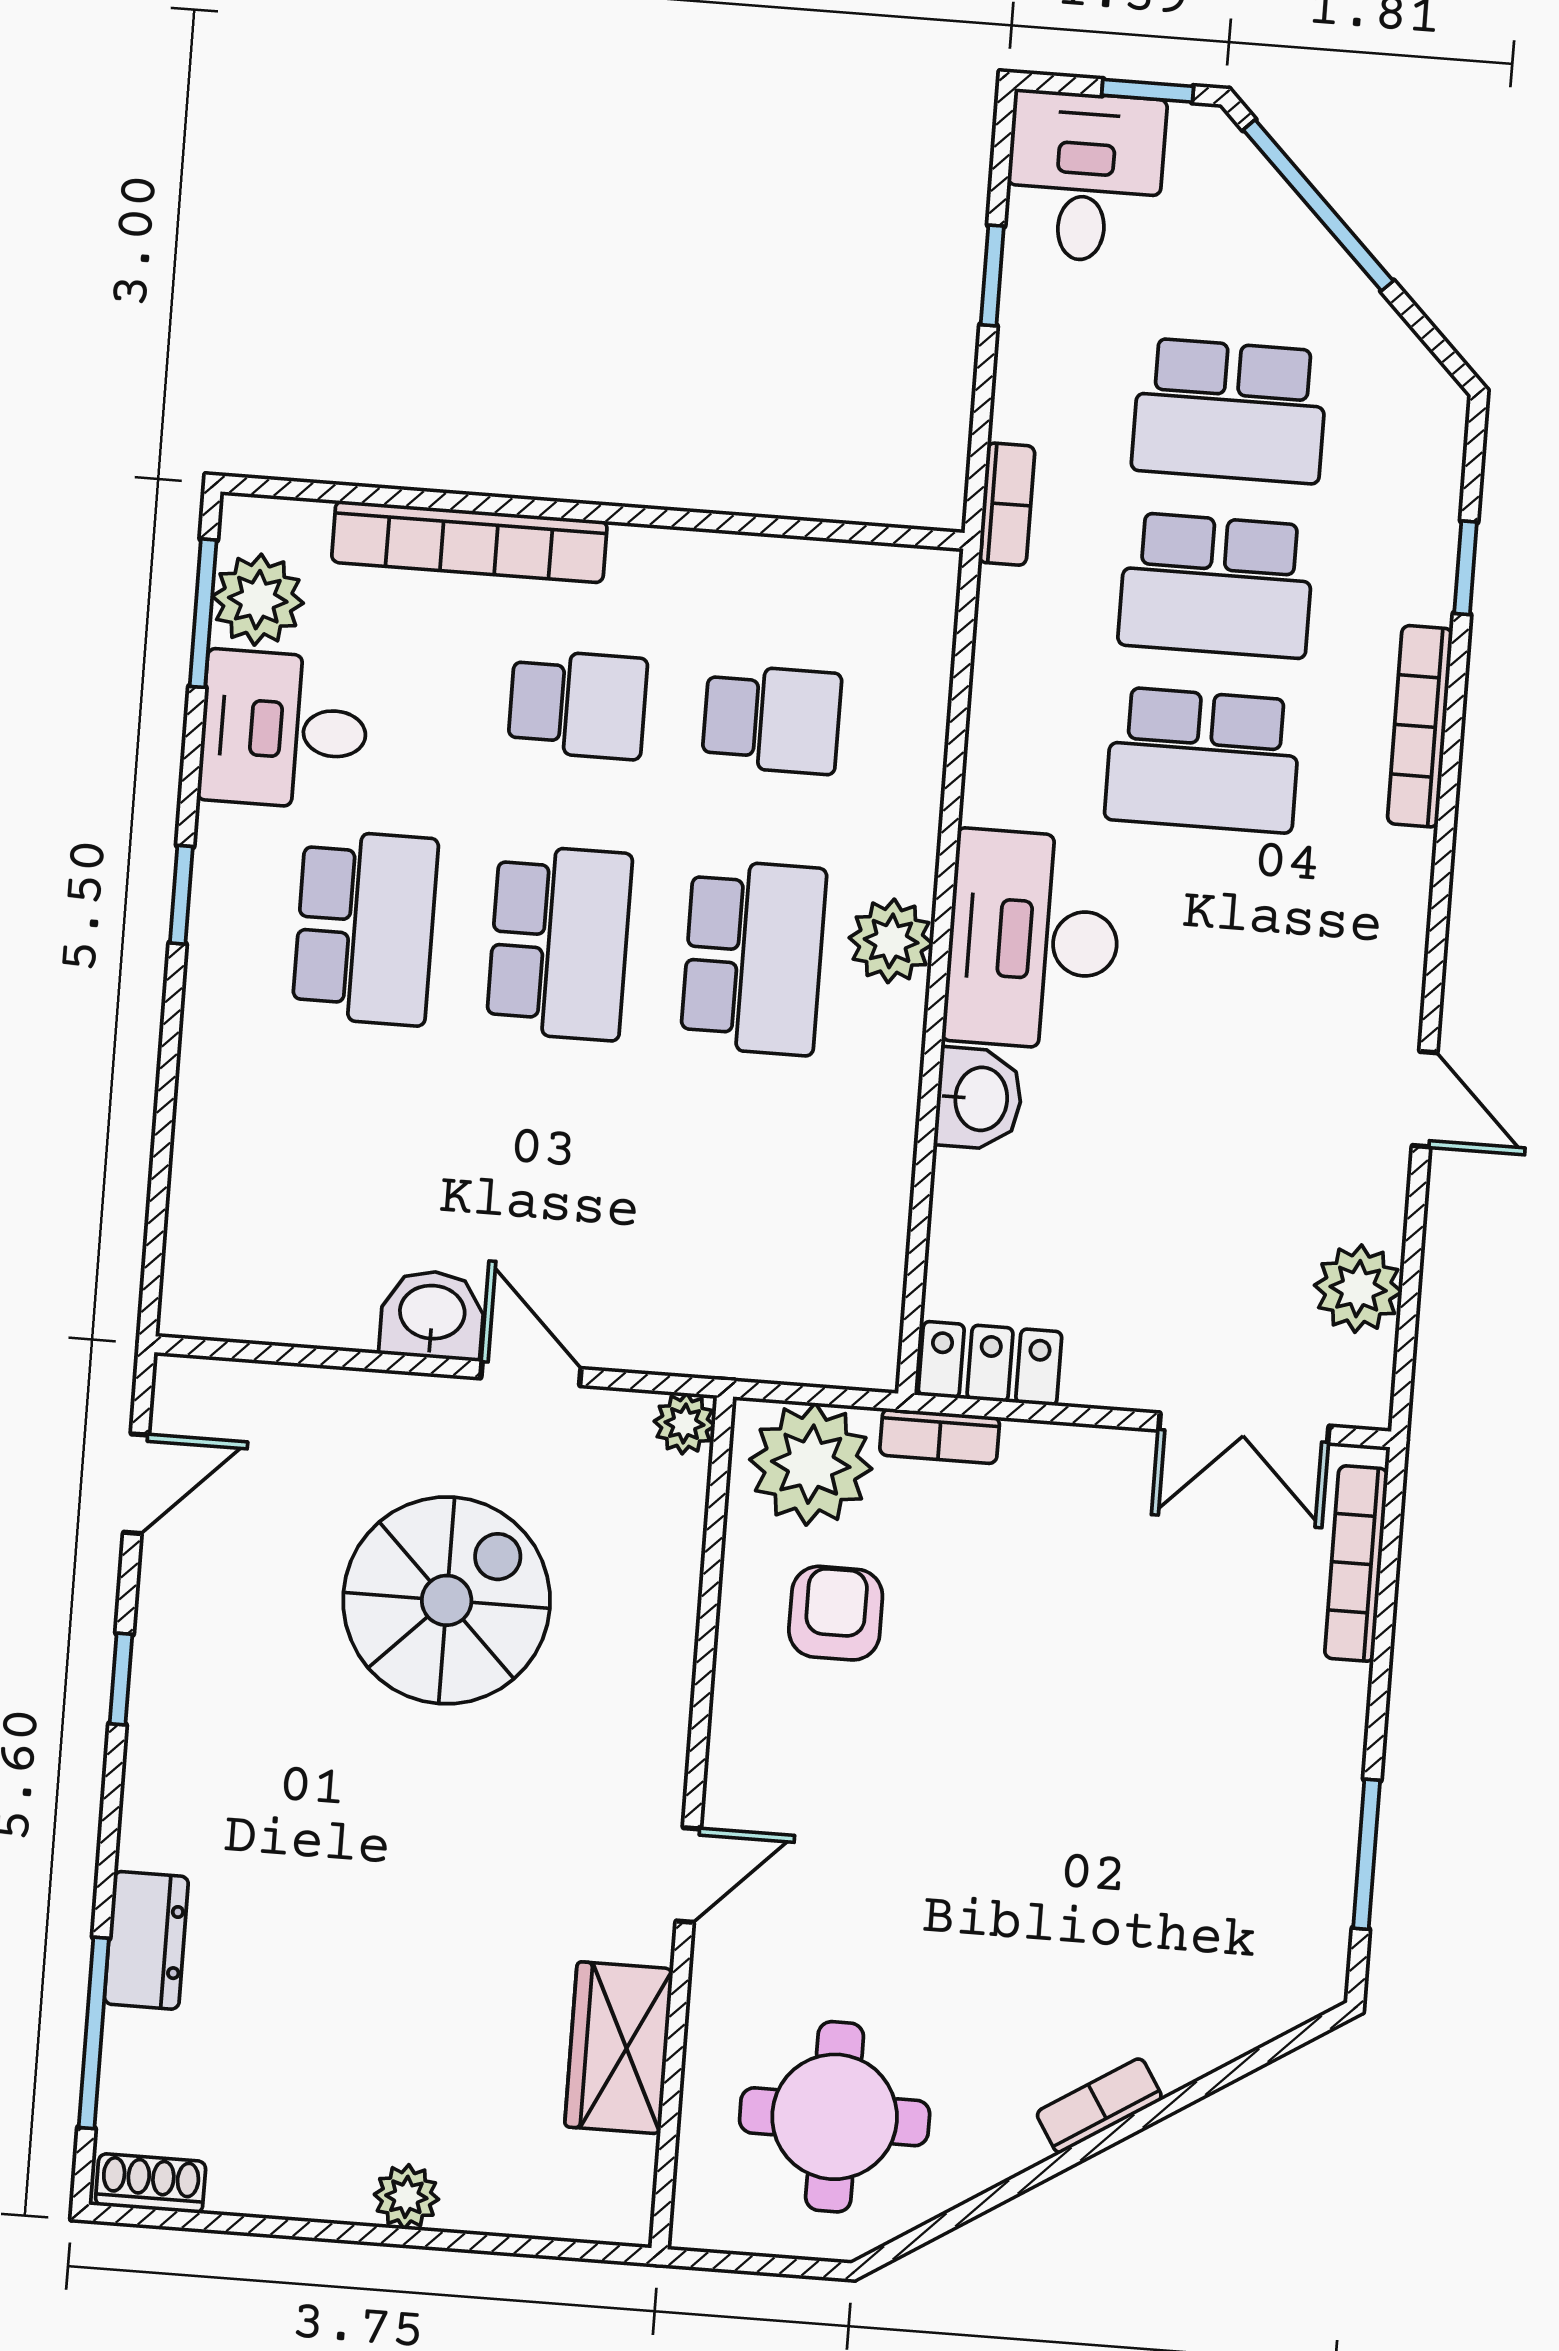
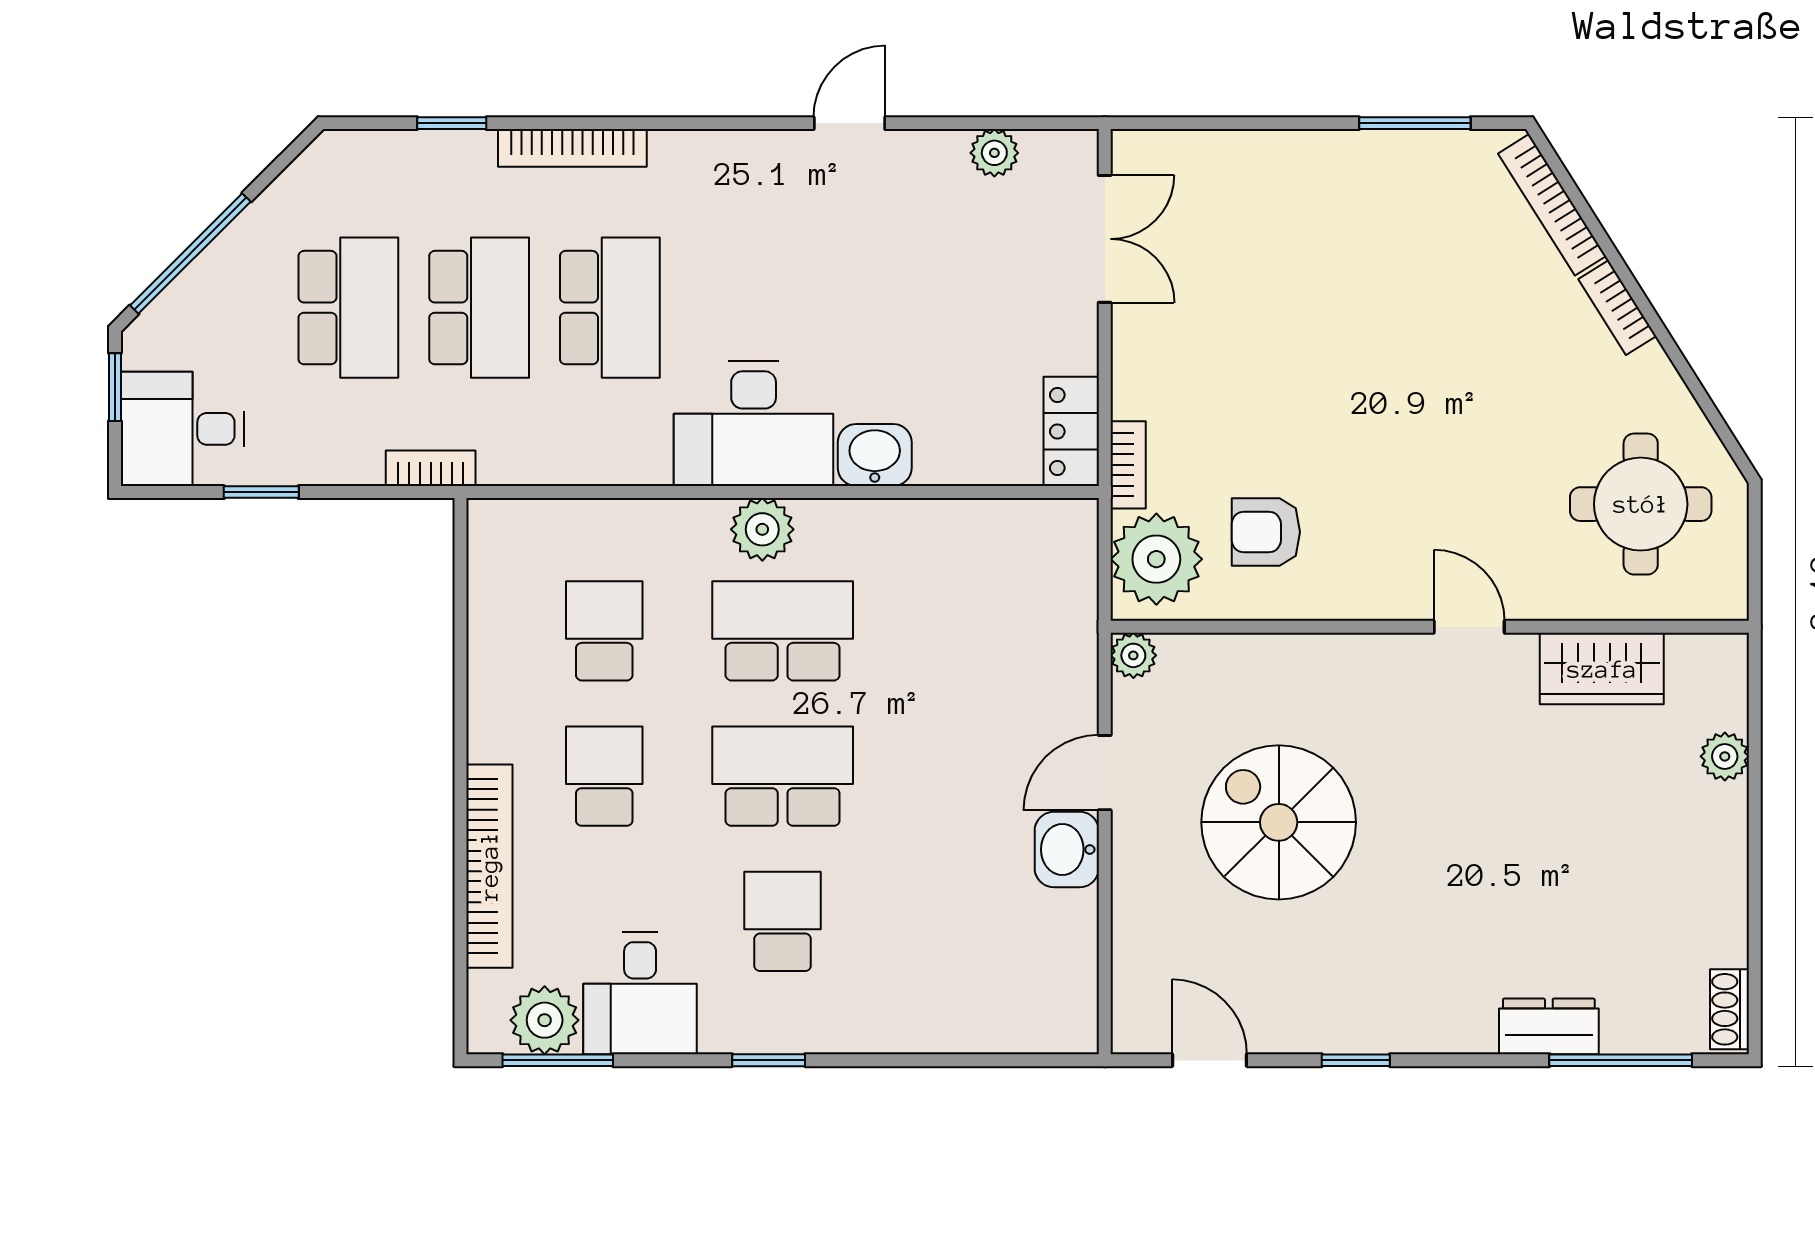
school desk: (365, 928) -> (783, 921), width x0.54
plant: (1358, 1289) -> (994, 153), width x0.73, depth x0.73
bookcase: (1356, 1564) -> (1552, 205), moved, turned 58
plant: (406, 2197) -> (1725, 756), moved

